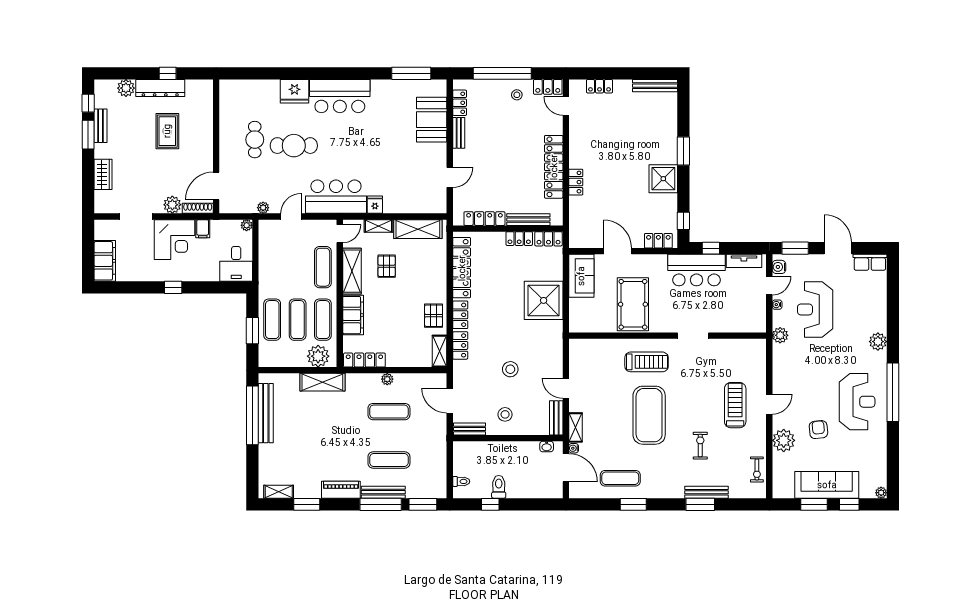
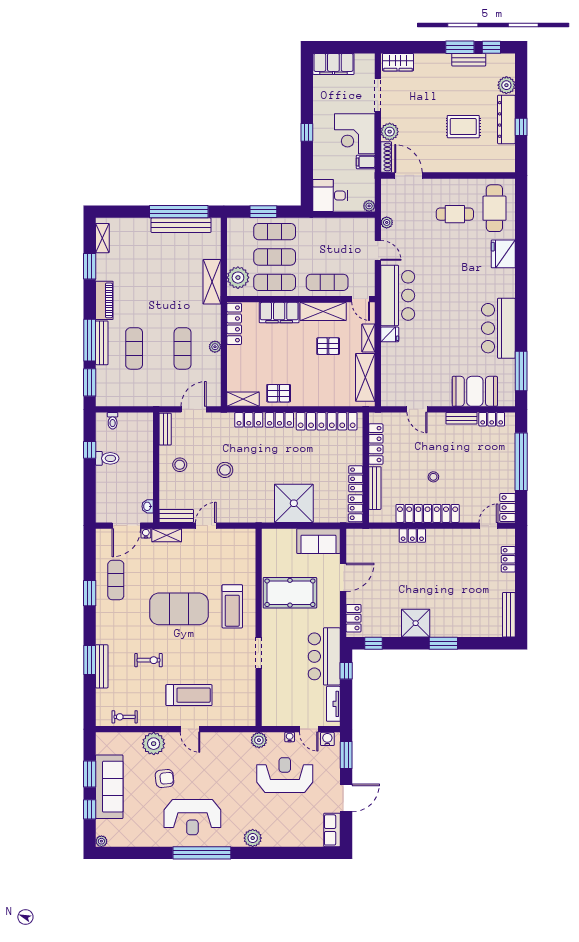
stool: (517, 95) -> (433, 477), moved
bar counter: (340, 96) -> (498, 328), moved
cafe table: (294, 146) -> (494, 208), moved
wardrobe: (103, 174) -> (398, 62), moved

